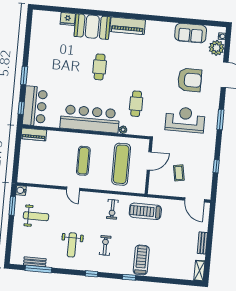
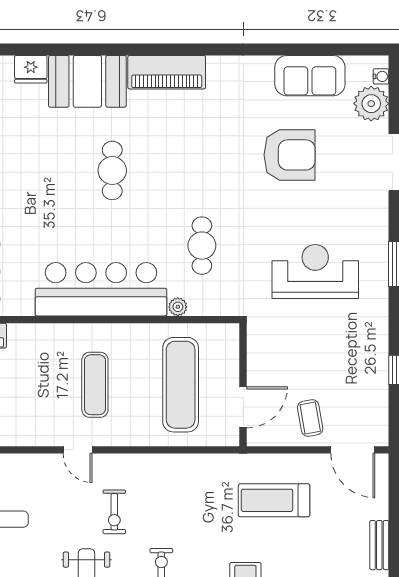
armchair: (190, 80) -> (290, 155), moved
door: (149, 161) -> (243, 407), moved
coffee table: (179, 173) -> (310, 418), moved
exercise bike: (112, 209) -> (114, 512), moved
treadmill: (145, 211) -> (274, 500), moved

